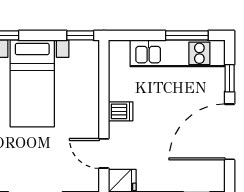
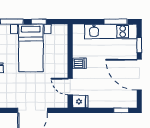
window: (80, 35) -> (39, 22), moved
door: (230, 132) -> (139, 75), hinge flipped

